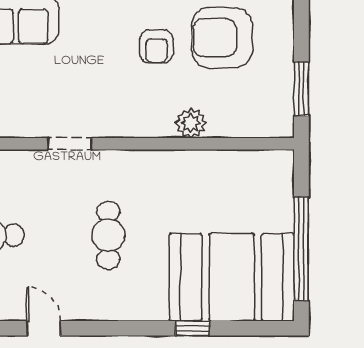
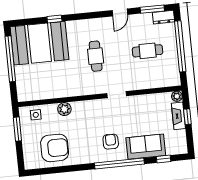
armchair: (156, 46) -> (111, 142), moved
side table: (257, 117) -> (36, 115), added
door: (44, 328) -> (120, 12), hinge flipped

